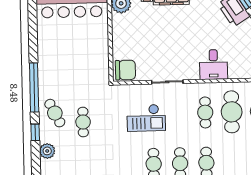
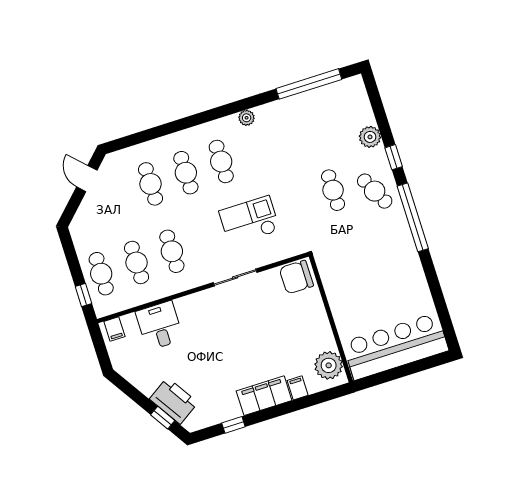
desk: (213, 64) -> (159, 326), moved
cafe table: (232, 112) -> (137, 262), width x0.73, depth x0.74

